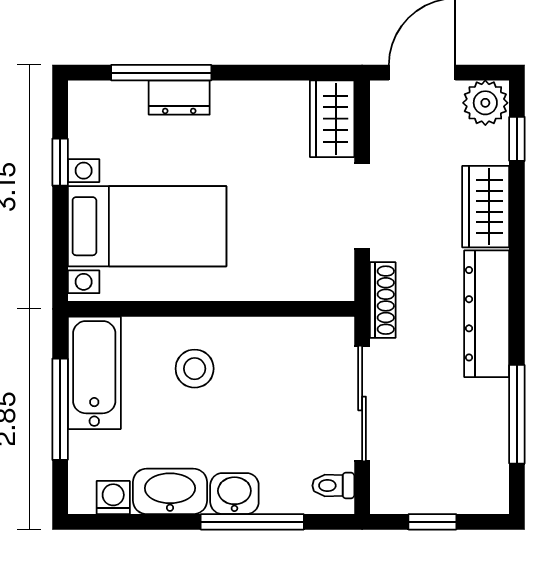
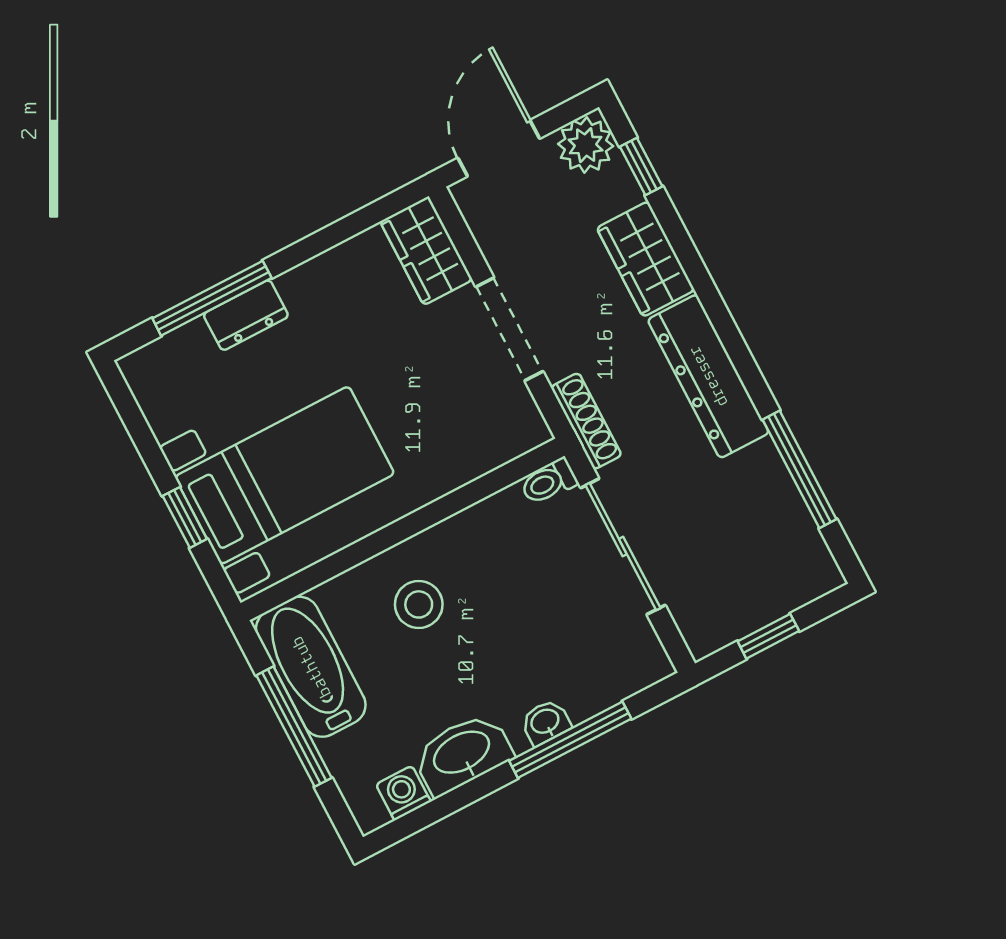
window: (60, 162) -> (185, 517), moved
toilet: (333, 486) -> (549, 482), moved
washbasin: (234, 494) -> (545, 722), width x0.72, depth x0.69

